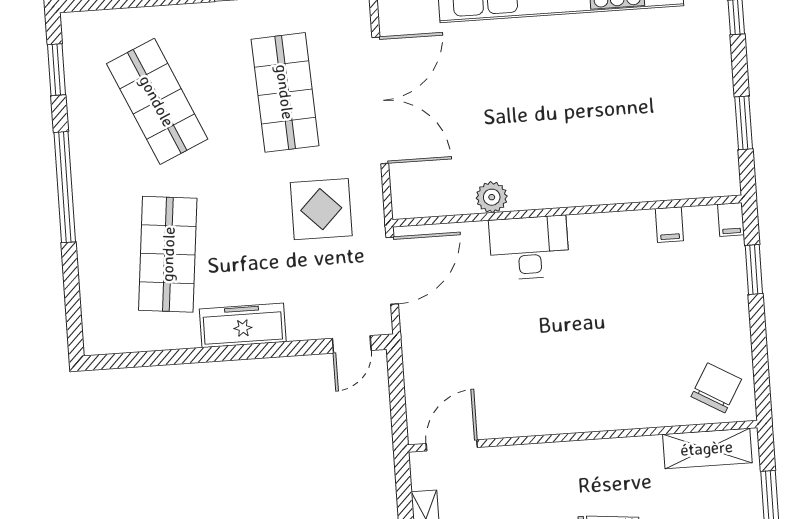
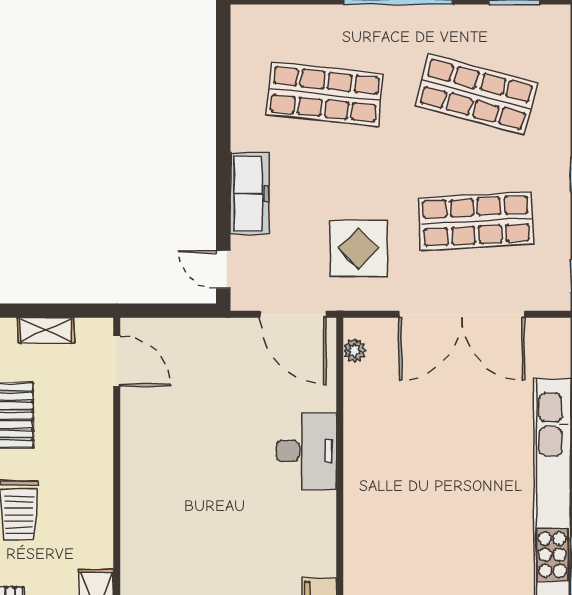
shop shelf: (157, 101) -> (476, 94), turned 39
plant: (492, 197) -> (354, 350), moved, width x0.73, depth x0.73
freezer: (243, 325) -> (250, 193), moved

